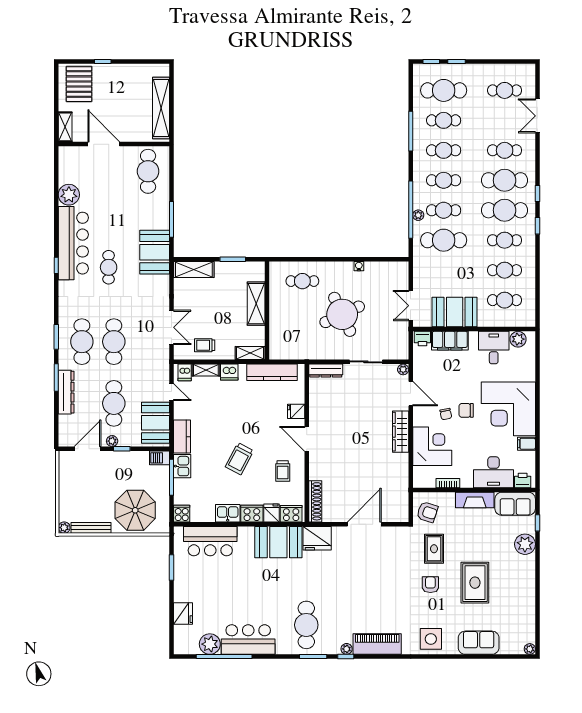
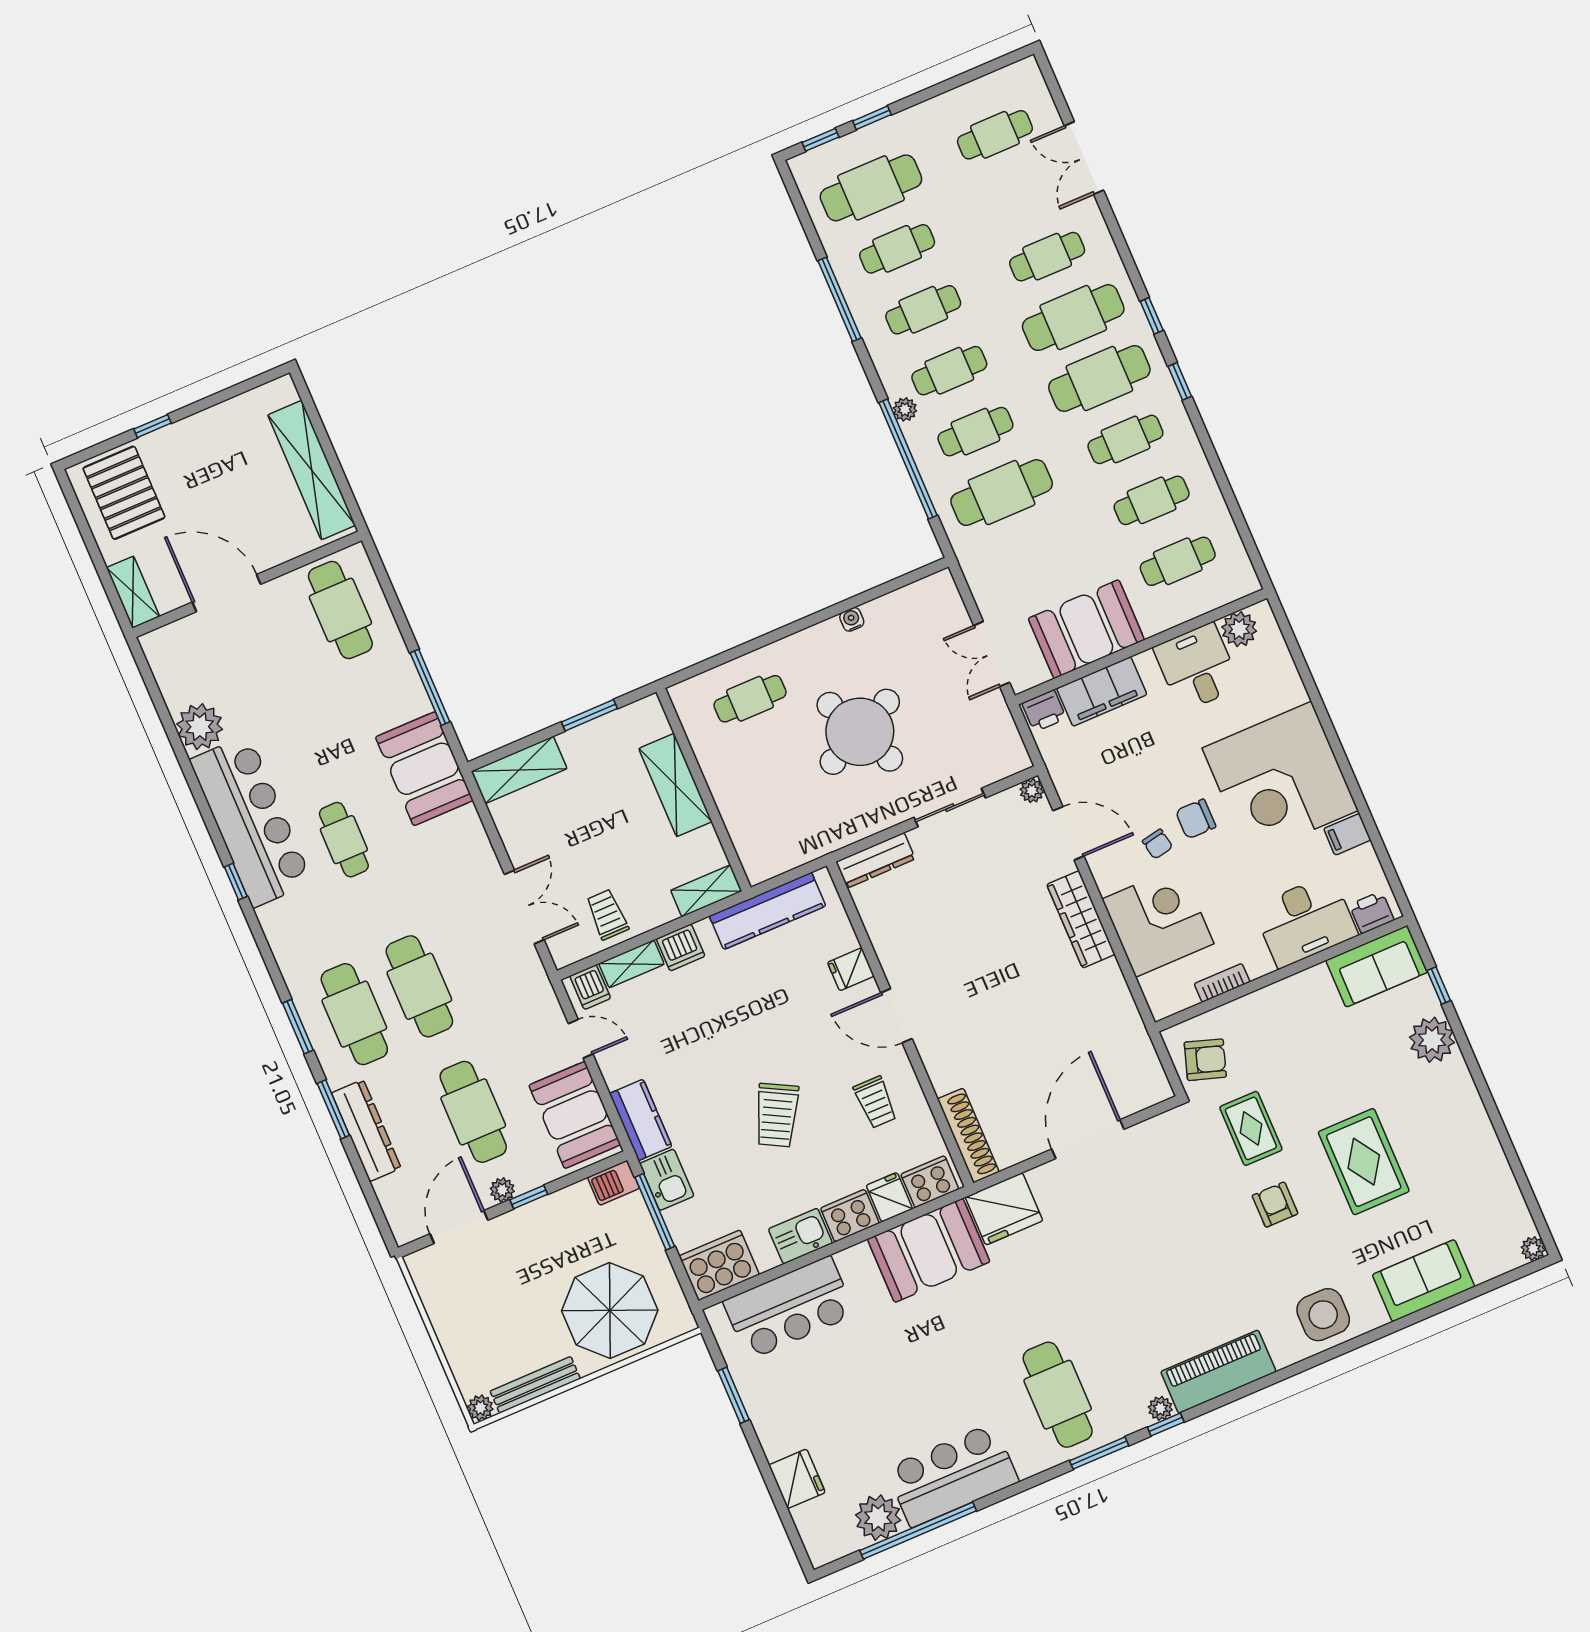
plant: (418, 215) -> (905, 409), moved
trolley: (205, 345) -> (607, 915), turned 90
fireplace: (475, 500) -> (1291, 994), removed
cooker: (182, 514) -> (719, 1265), width x1.87, depth x1.31

